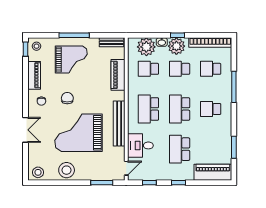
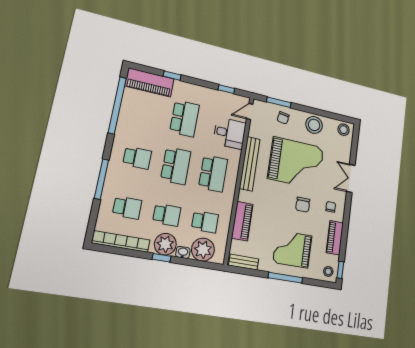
window: (234, 147) -> (117, 105), width x2.11
chair: (96, 170) -> (283, 118), added
window: (178, 183) -> (172, 76), moved

